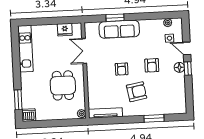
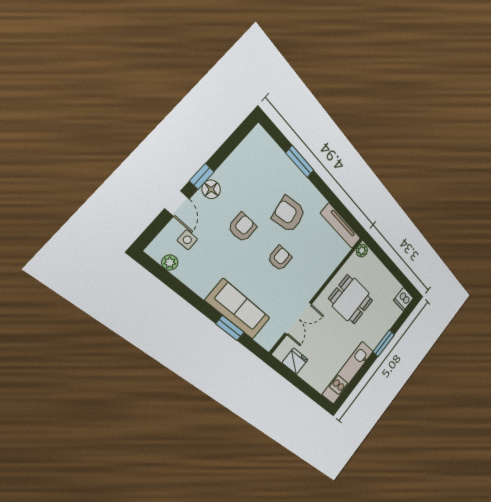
dining table: (63, 85) -> (351, 300), turned 90
window: (18, 100) -> (384, 343), moved

